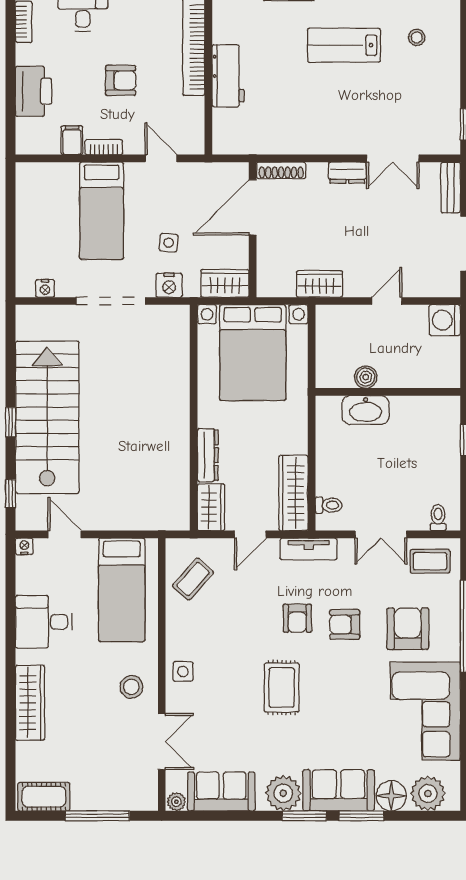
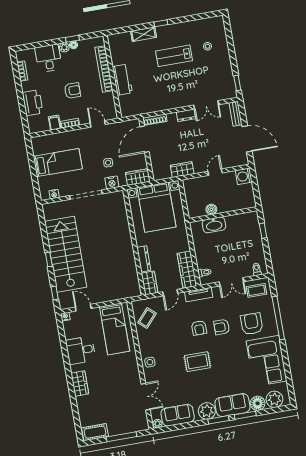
bed: (102, 211) -> (58, 163), moved, turned -90
stool: (131, 687) -> (127, 374), removed
rug: (282, 687) -> (197, 362), turned 90
wardrobe: (30, 703) -> (80, 383), width x0.67

